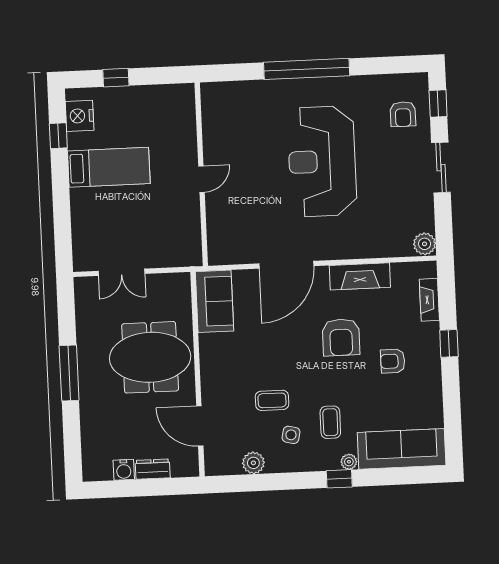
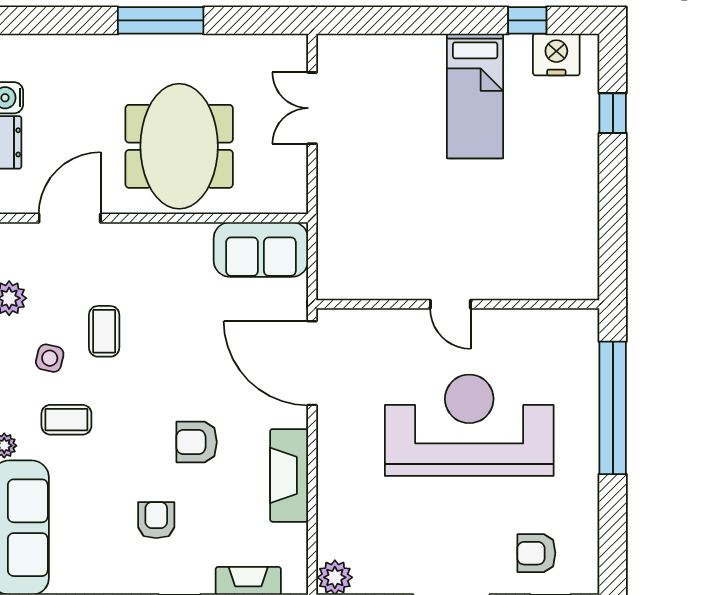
wall: (201, 174) -> (458, 304), moved
door: (202, 179) -> (450, 304), moved
armchair: (341, 337) -> (197, 442), width x0.72, depth x0.72

